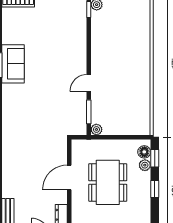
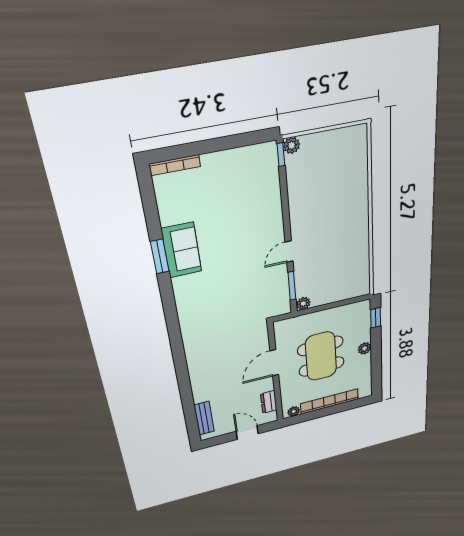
floor lamp: (144, 152) -> (363, 314), removed
plant: (145, 165) -> (365, 348), moved
window: (155, 189) -> (376, 349), removed

